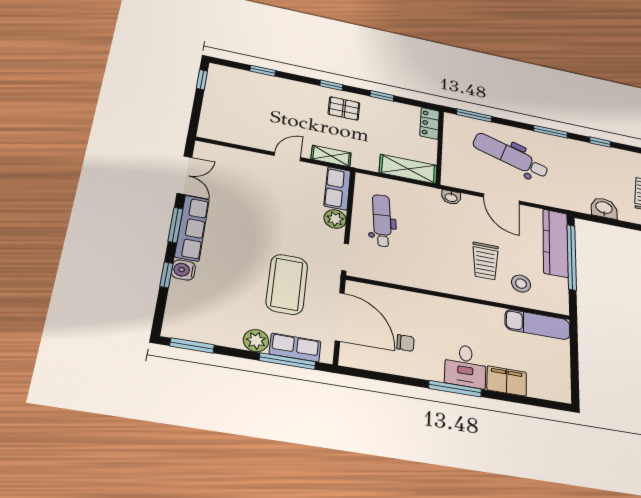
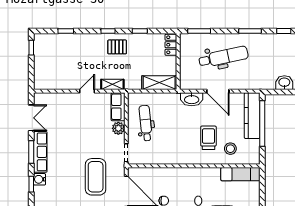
dental chair: (511, 156) -> (223, 57), turned 150
washbasin: (451, 197) -> (192, 99), width x1.91, depth x1.45
trolley: (485, 261) -> (208, 138), turned 180

